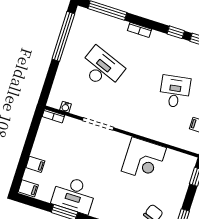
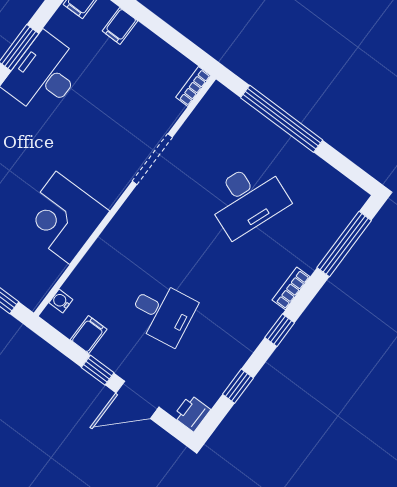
window: (176, 32) -> (280, 330), moved
window: (63, 36) -> (282, 119), moved
water cooler: (66, 107) -> (61, 301), moved

